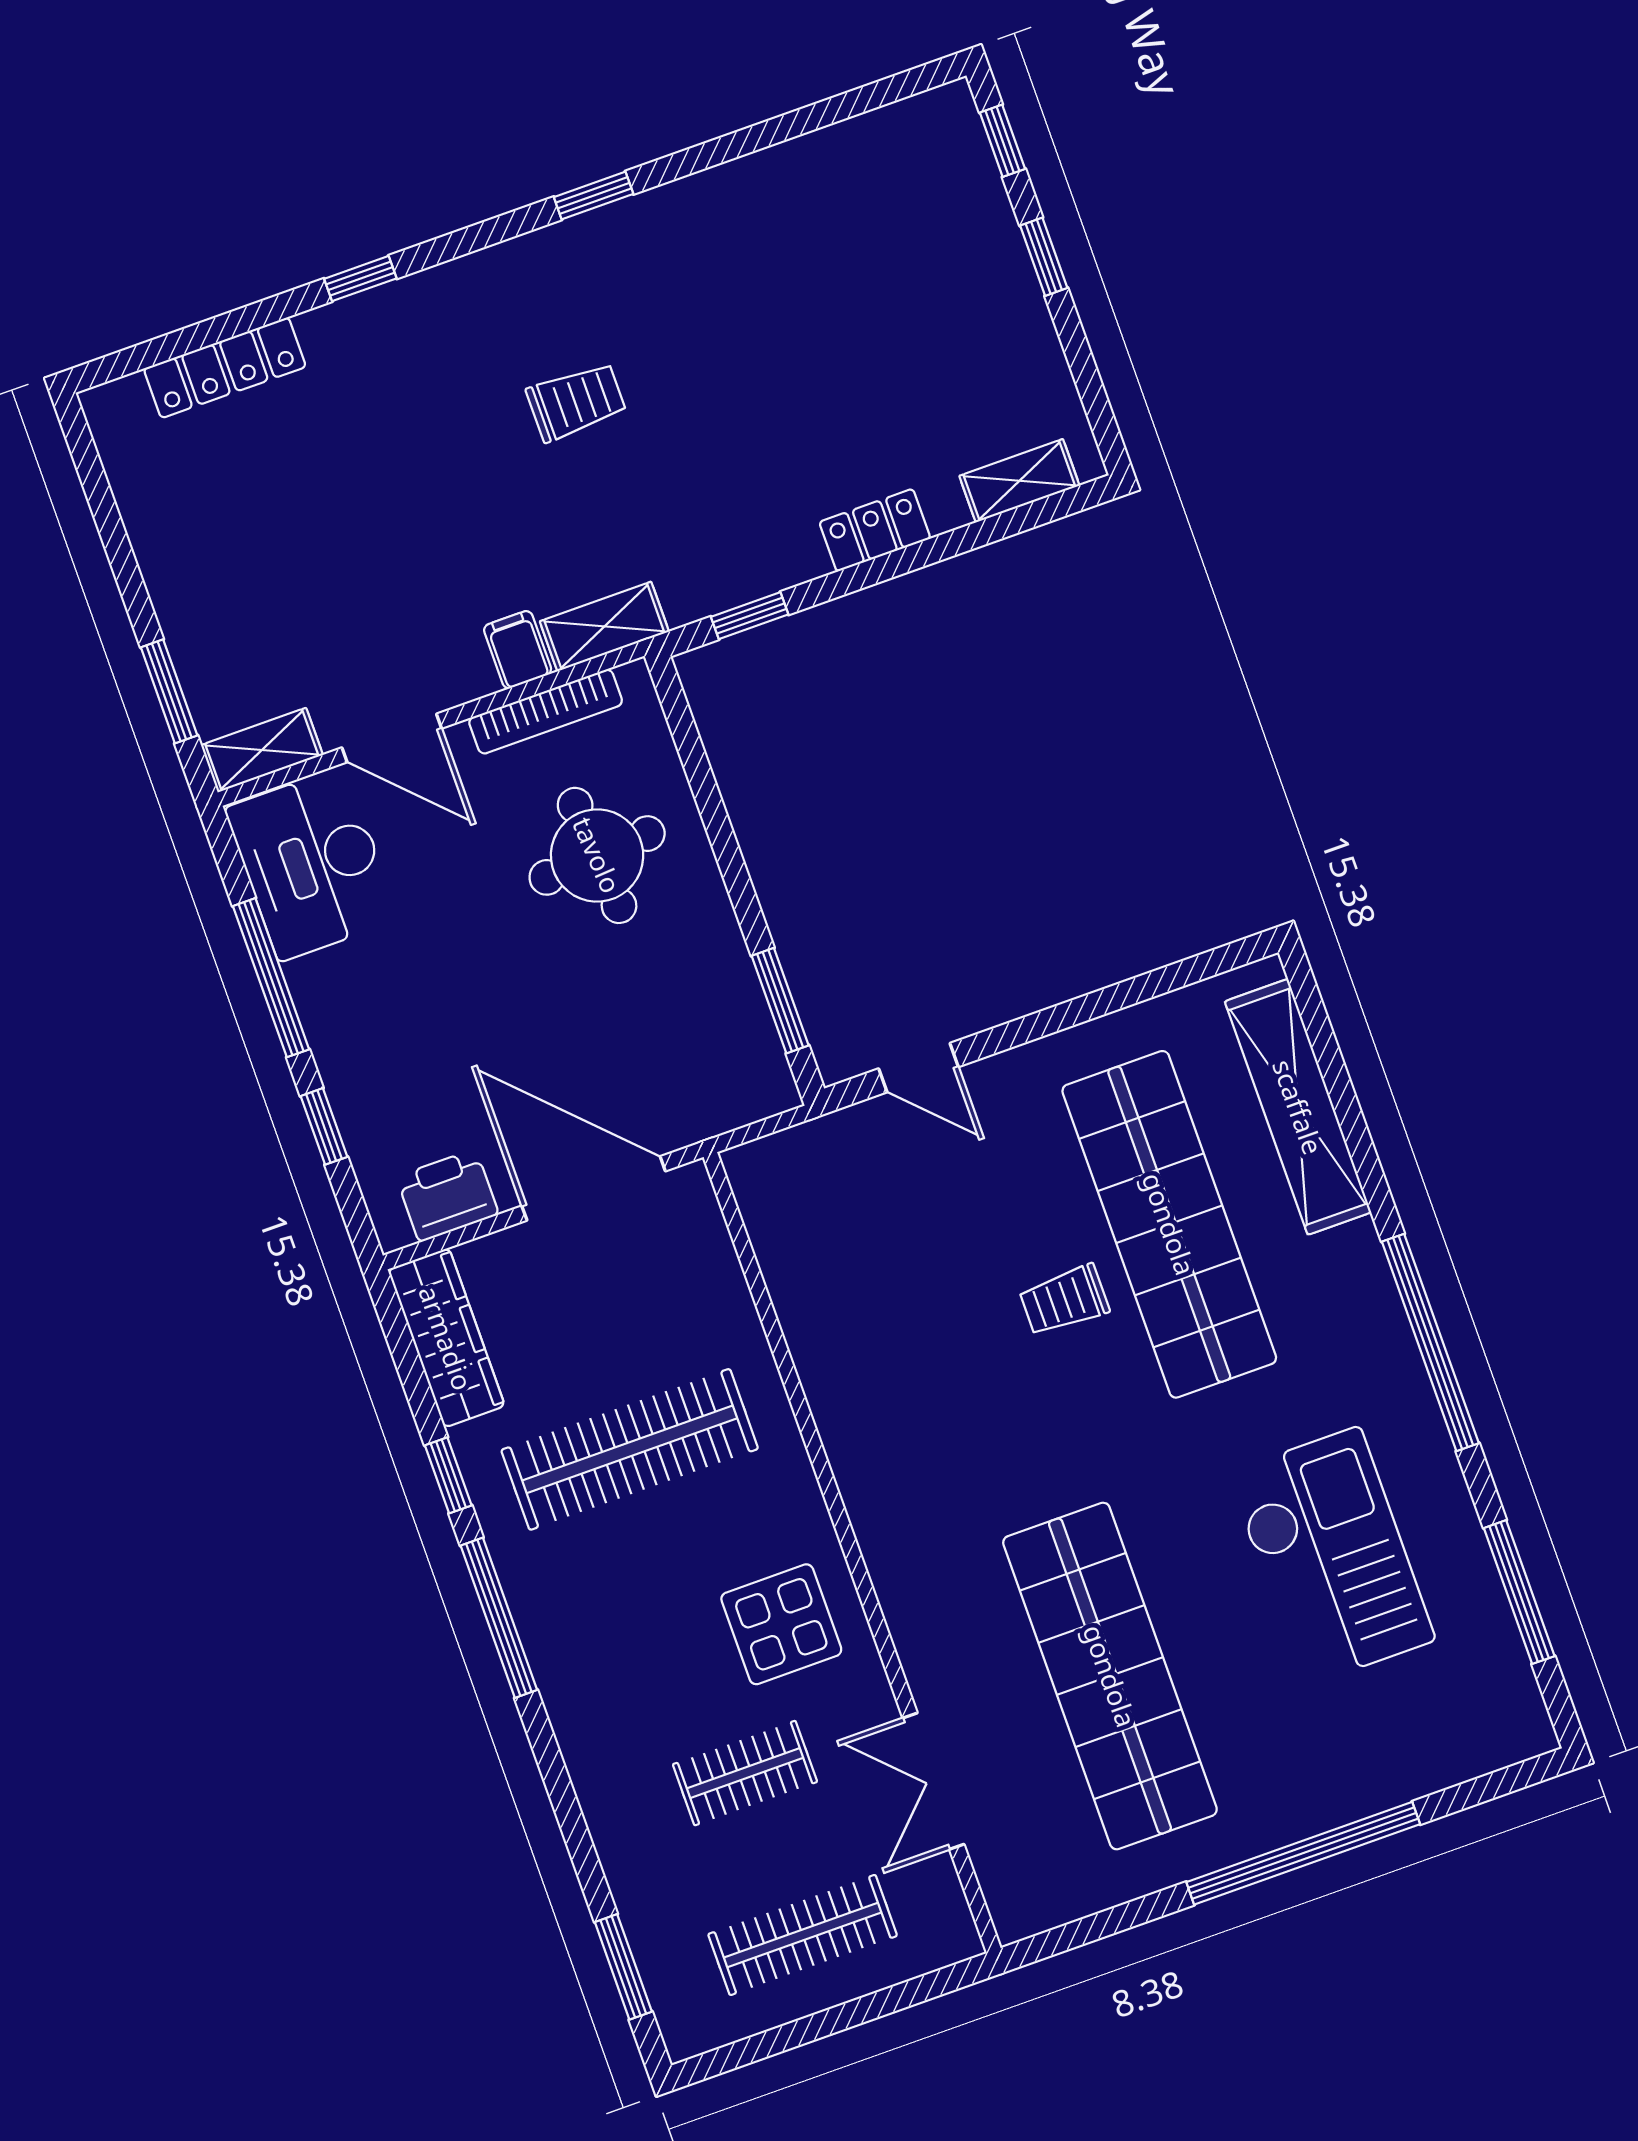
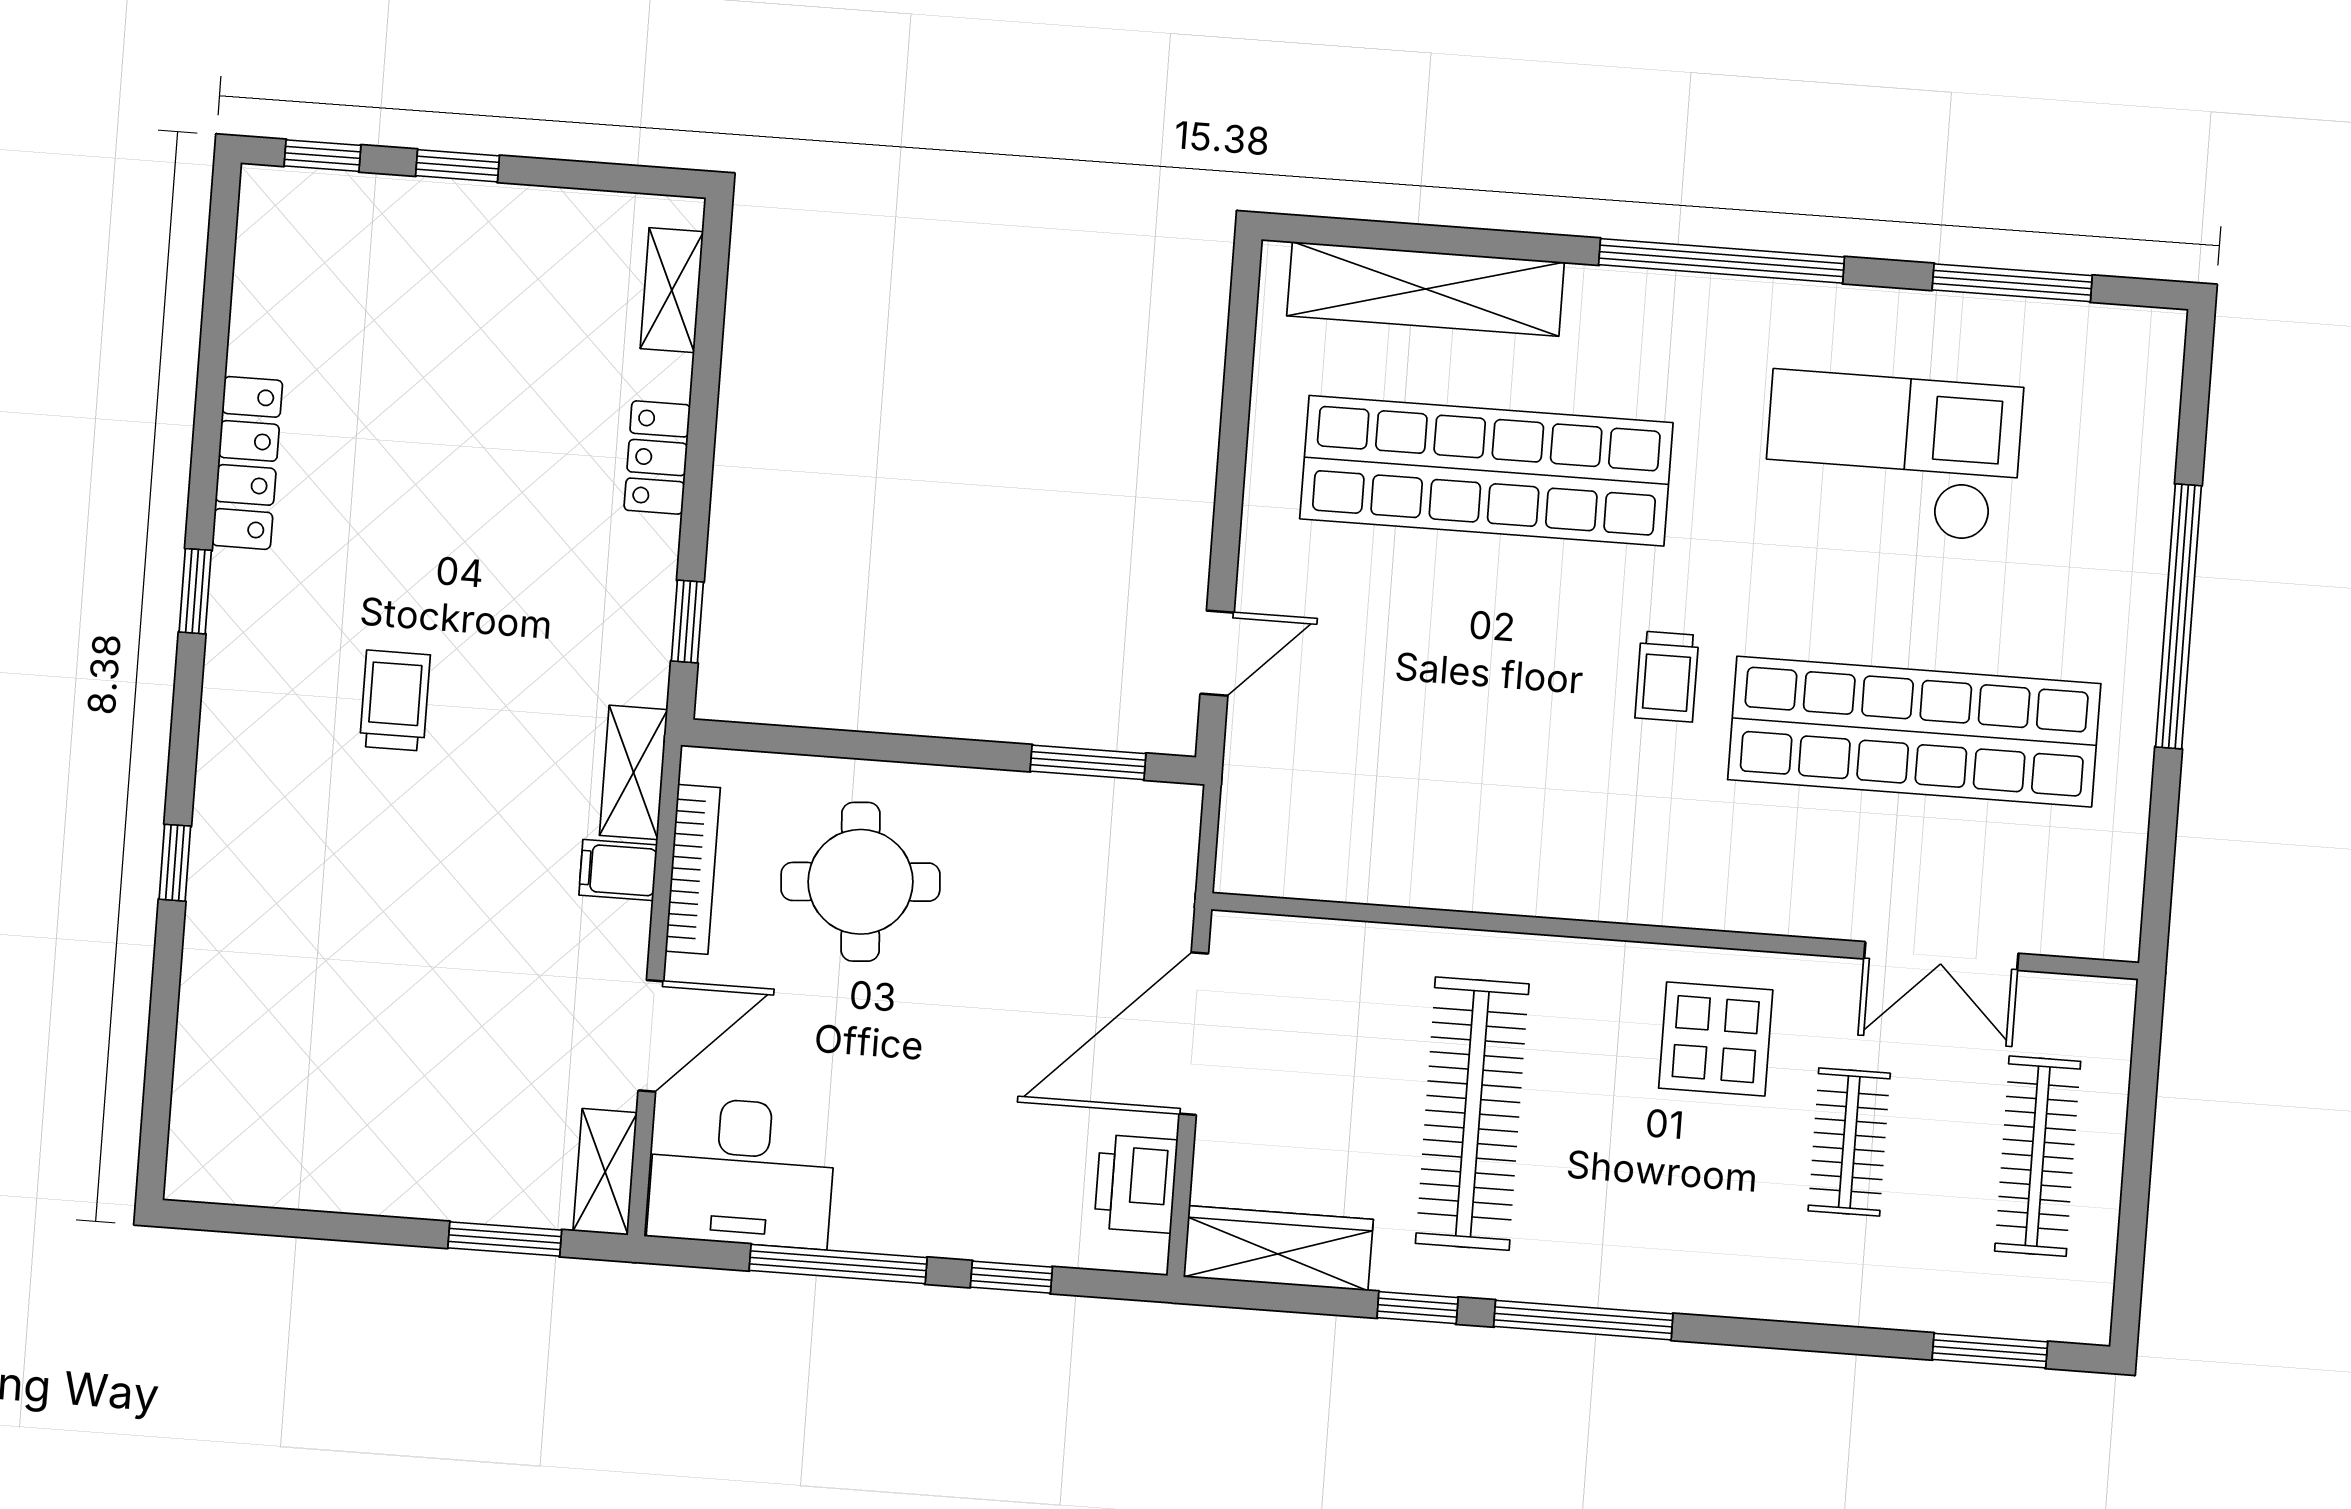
locker: (225, 368) -> (247, 463), moved
trolley: (1064, 1300) -> (1667, 677), moved

